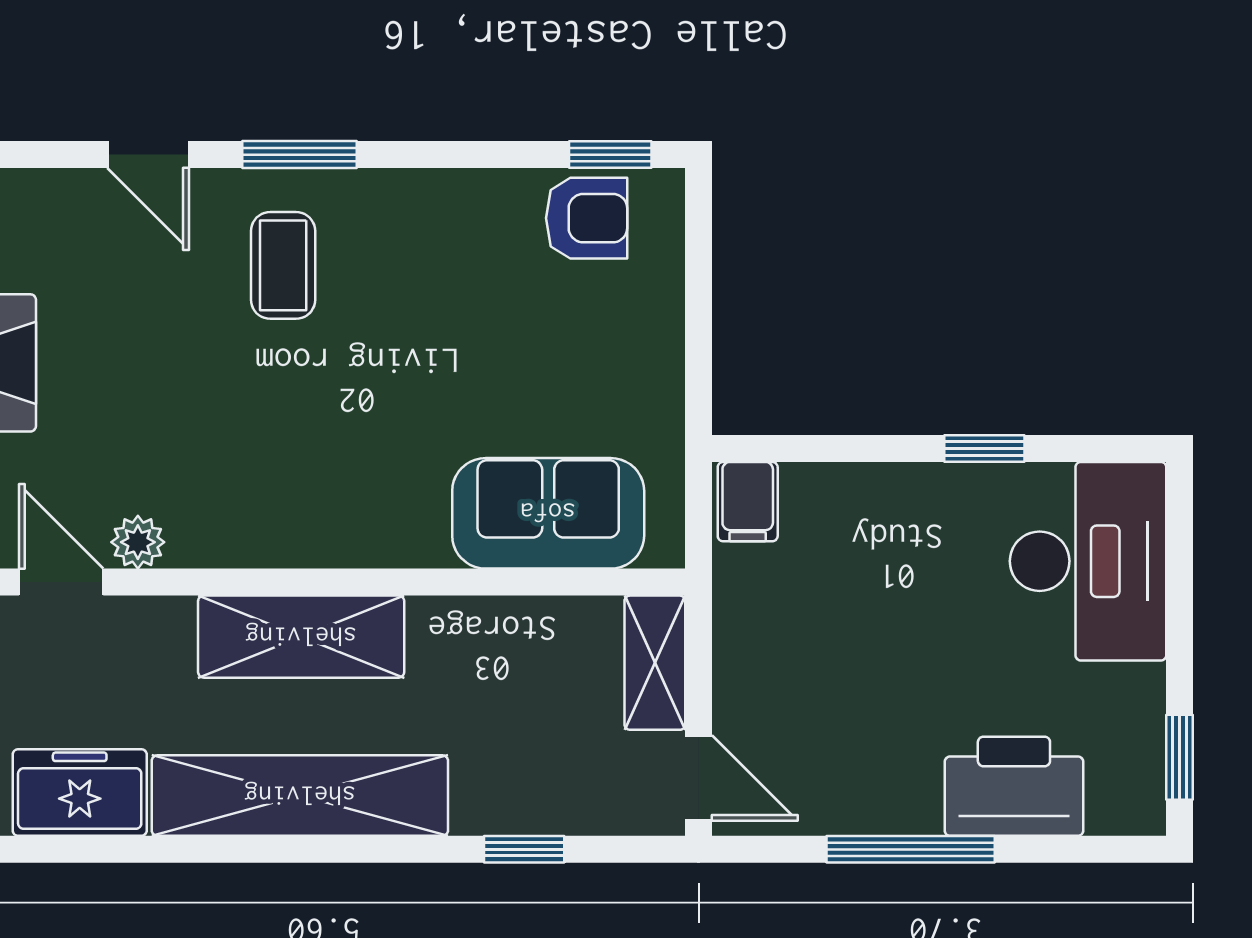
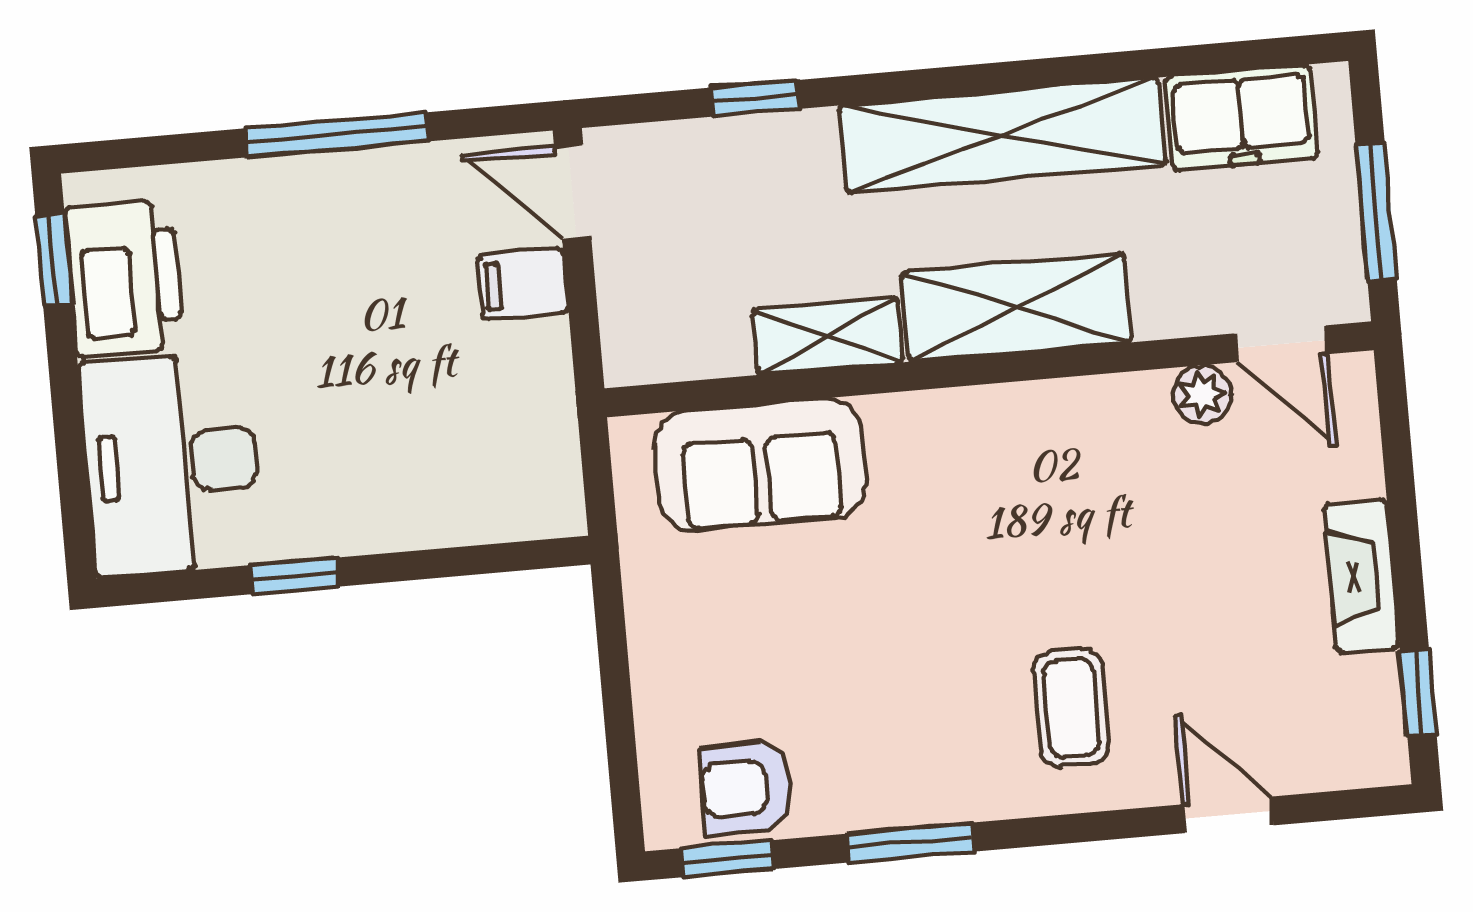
window: (299, 155) -> (911, 843), moved
filing cabinet: (748, 502) -> (523, 284), moved, turned -90
shelving: (655, 663) -> (827, 336), moved, turned 90
printer: (1014, 786) -> (124, 278), moved, turned -90

